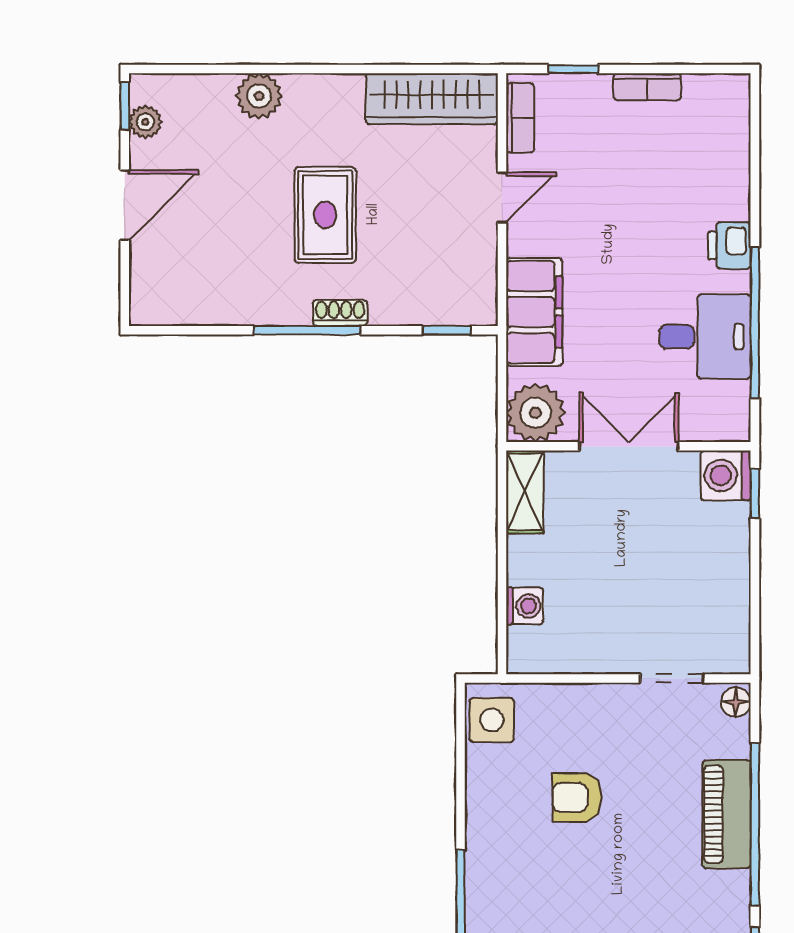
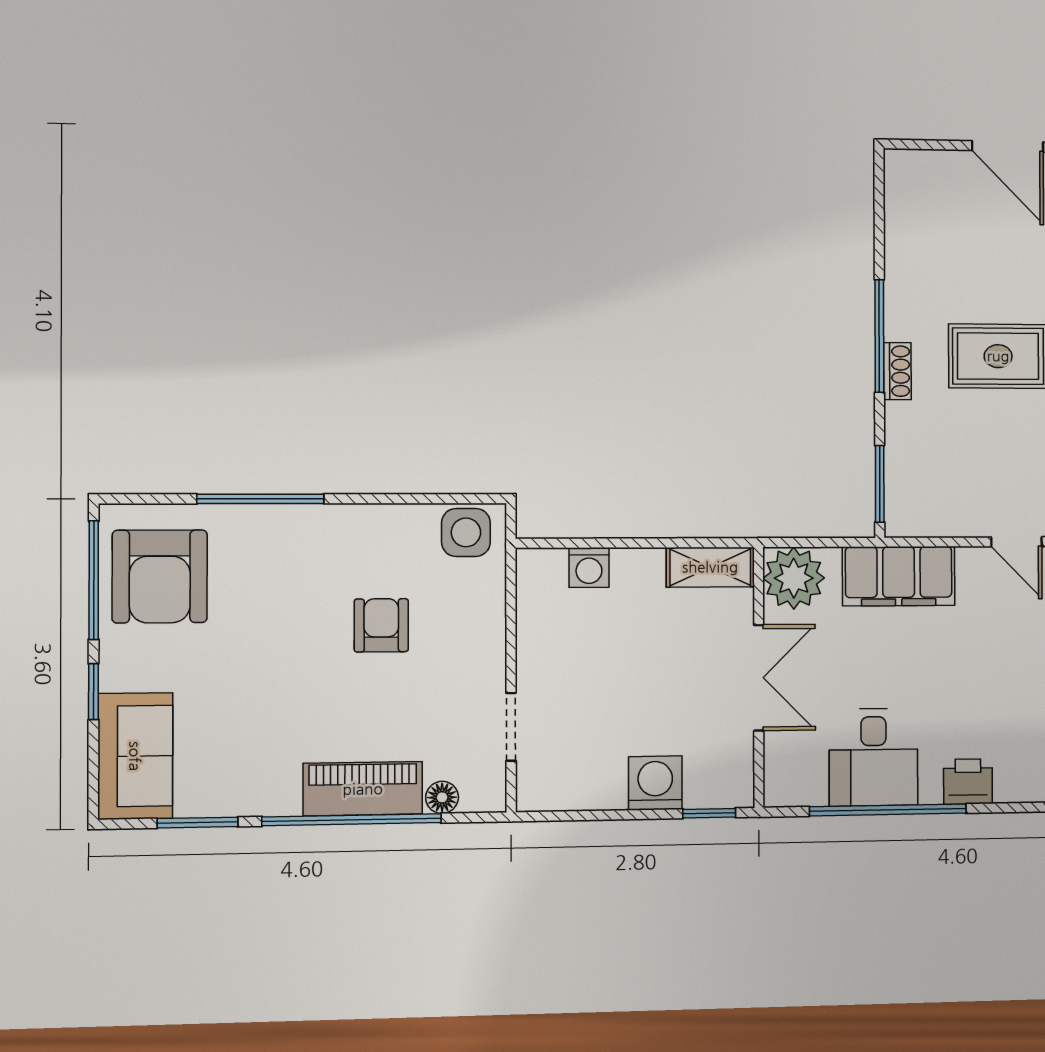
window: (447, 330) -> (880, 484), width x1.50
washing machine: (726, 475) -> (655, 783), moved
floor lamp: (736, 702) -> (442, 797), moved

